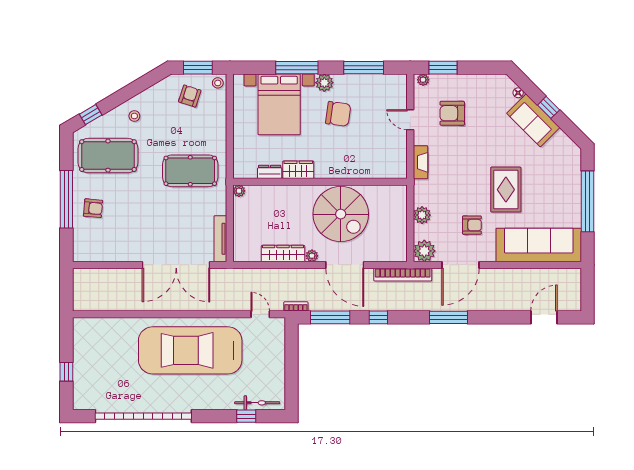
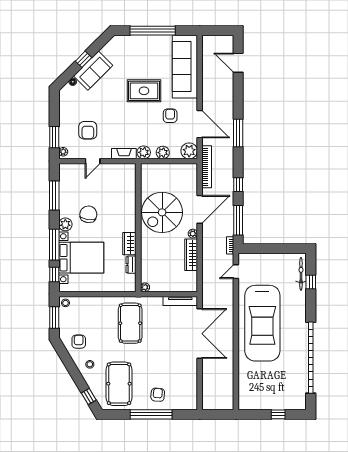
window: (256, 68) -> (54, 274), added
armchair: (190, 96) -> (79, 342), moved, turned 72
plant: (422, 189) -> (144, 152), added
spiral stairs: (341, 214) -> (162, 212), turned 180

